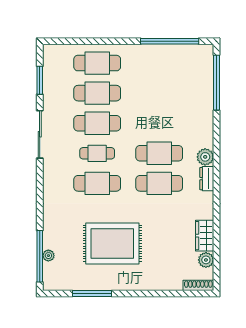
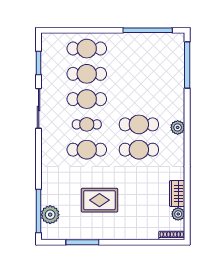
dresser: (207, 179) -> (179, 146), removed
rug: (112, 243) -> (99, 200), width x0.73, depth x0.69
plant: (48, 256) -> (50, 215), width x1.87, depth x1.87

